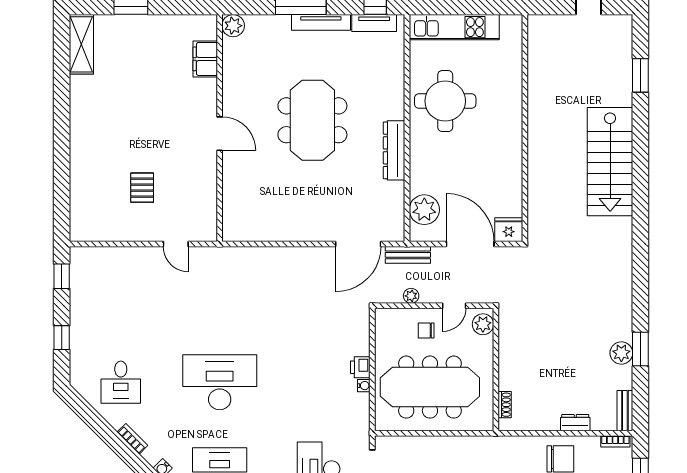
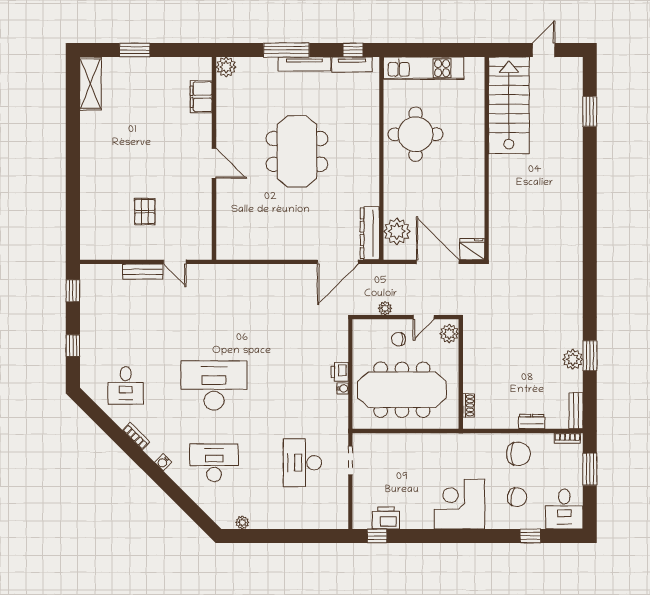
dresser: (394, 150) -> (370, 233), moved
stairs: (610, 162) -> (509, 105), moved, turned 180
bench: (408, 255) -> (143, 272), moved

